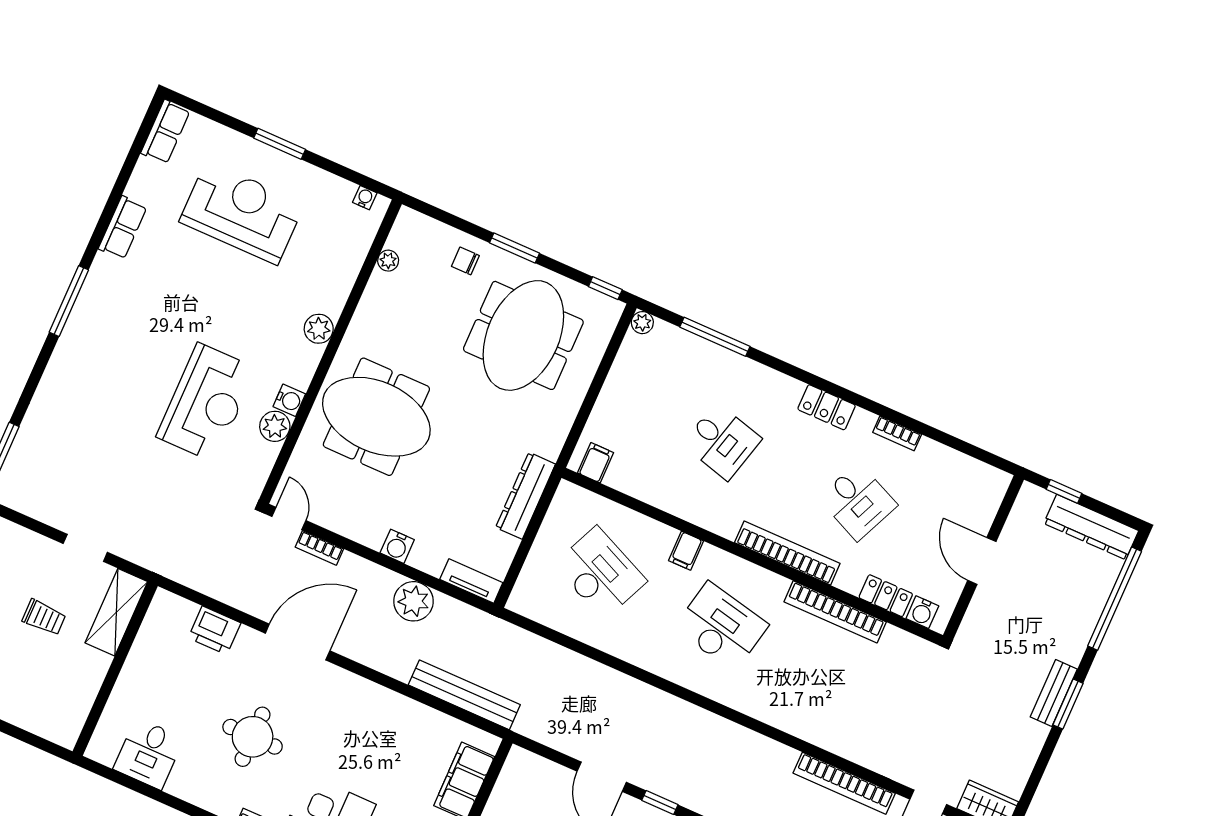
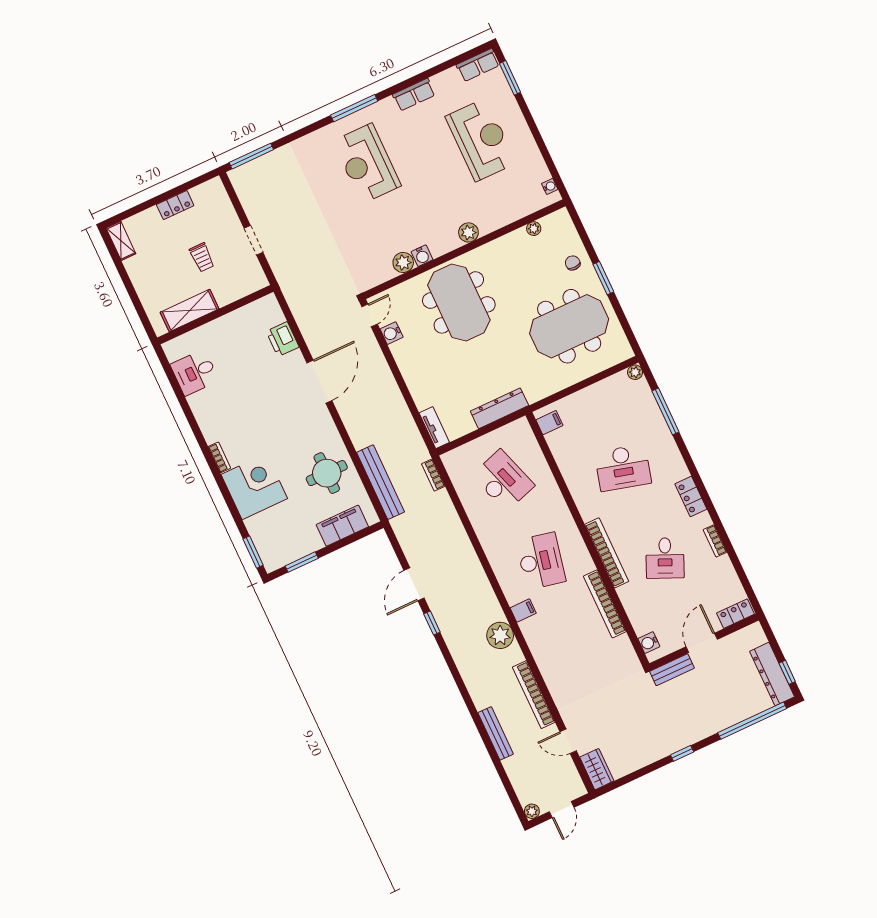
window: (280, 144) -> (510, 78), moved
window: (605, 288) -> (632, 338), removed
reception desk: (206, 402) -> (367, 163), moved, turned 90
desk: (722, 442) -> (623, 468), width x1.37
window: (1064, 491) -> (787, 672), moved
water cooler: (397, 546) -> (392, 333), moved
bookcase: (319, 548) -> (433, 475), moved
filing cabinet: (686, 551) -> (523, 610), moved, turned 180
desk: (600, 573) -> (503, 480), turned -42
locker: (886, 596) -> (735, 614), moved, turned -90
plant: (413, 601) -> (500, 635), moved
shelving: (116, 612) -> (190, 311), moved
door: (298, 642) -> (319, 382), hinge flipped
bench: (1054, 693) -> (672, 670), moved
window: (1068, 704) -> (682, 753), width x0.67
round table: (253, 737) -> (327, 473), moved

